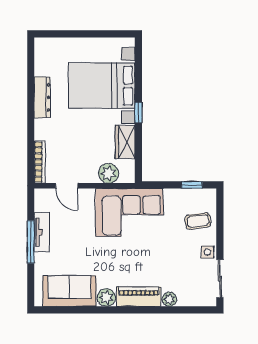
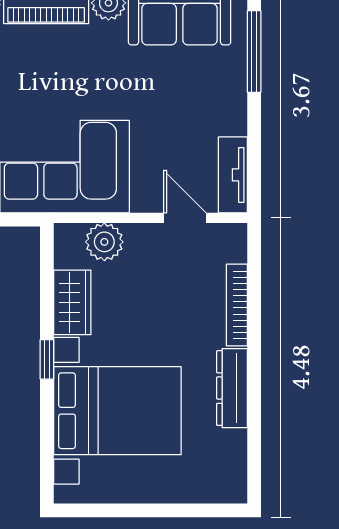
bookcase: (40, 162) -> (237, 305), moved
tv unit: (42, 232) -> (233, 175), moved
window: (31, 242) -> (254, 52), moved

